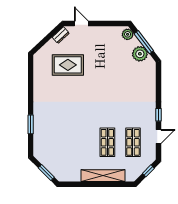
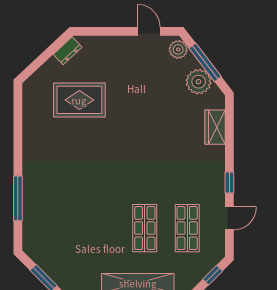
door: (81, 23) -> (149, 31), moved
wardrobe: (150, 81) -> (215, 127), added
window: (31, 124) -> (18, 198), width x1.44

